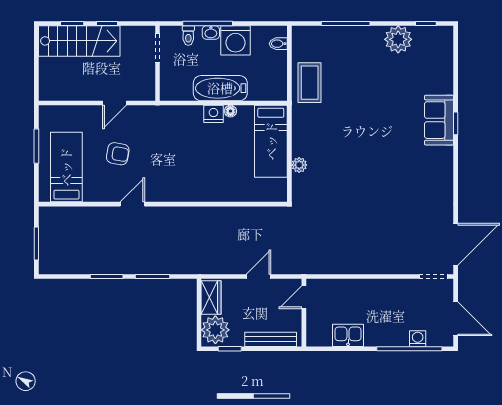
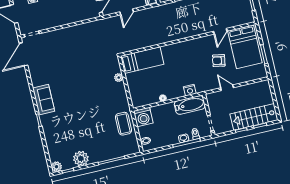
plant: (444, 35) -> (56, 167), added
washing machine: (235, 40) -> (143, 117), moved, turned 180
bathtub: (220, 88) -> (190, 105), moved
door: (114, 103) -> (227, 88), hinge flipped
nightstand: (213, 114) -> (190, 90), moved
sofa: (439, 120) -> (44, 100), moved
bed: (271, 141) -> (142, 60), moved, turned 90
bed: (66, 167) -> (245, 47), width x1.50
door: (132, 204) -> (220, 31), moved

